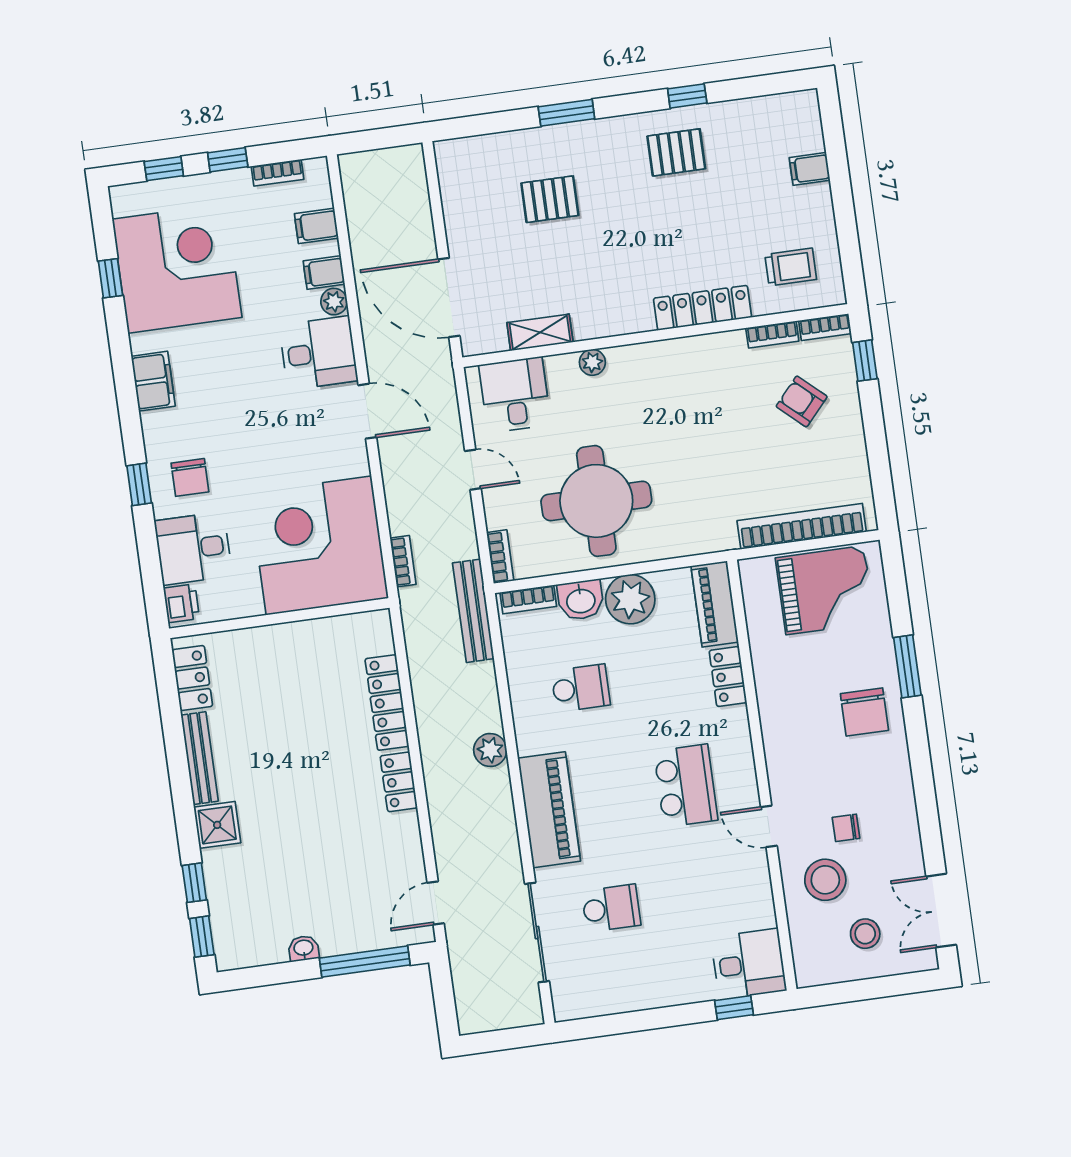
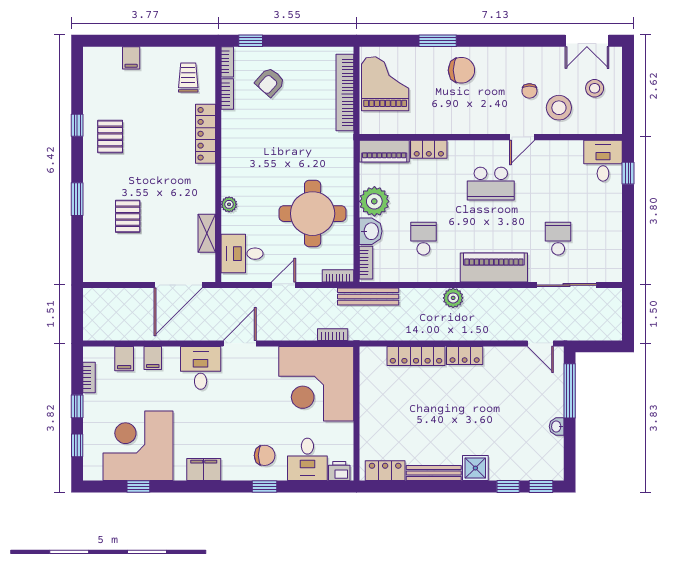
plant: (334, 302) -> (171, 354), removed
school desk: (686, 786) -> (491, 184), turned 180

